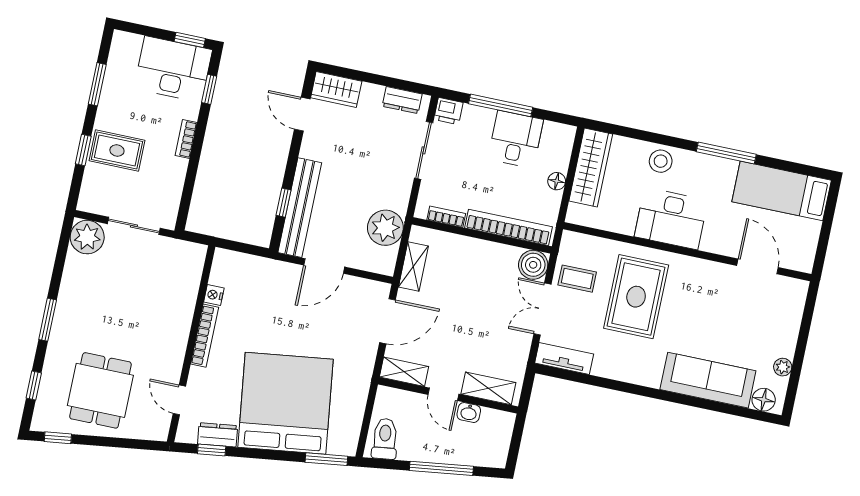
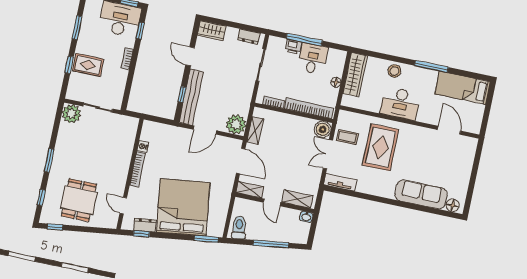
printer: (448, 111) -> (293, 47), moved
door: (302, 114) -> (190, 56), moved
plant: (385, 228) -> (236, 124), moved
door: (388, 321) -> (241, 161), hinge flipped
plant: (783, 367) -> (463, 187), removed
washbasin: (469, 413) -> (306, 217), moved

